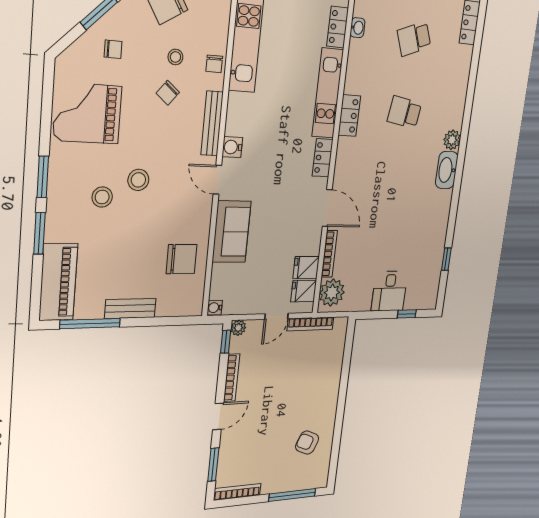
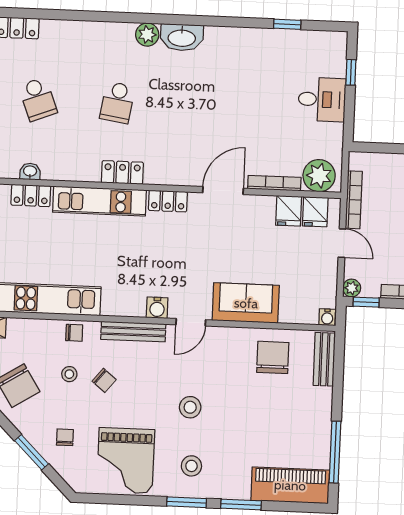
stool: (102, 197) -> (191, 466), moved
bench: (130, 309) -> (324, 359), moved

